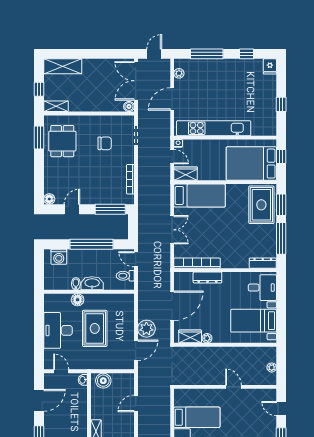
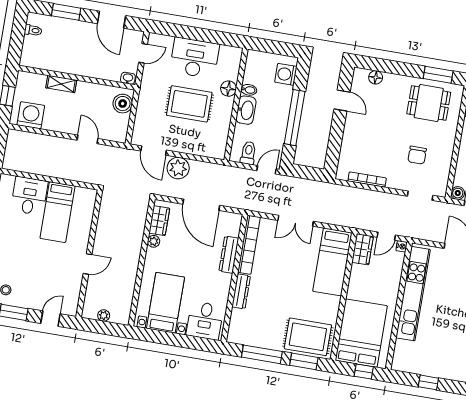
floor lamp: (49, 199) -> (376, 77), moved
window: (110, 209) -> (334, 148), removed
dresser: (263, 263) -> (241, 291), moved

